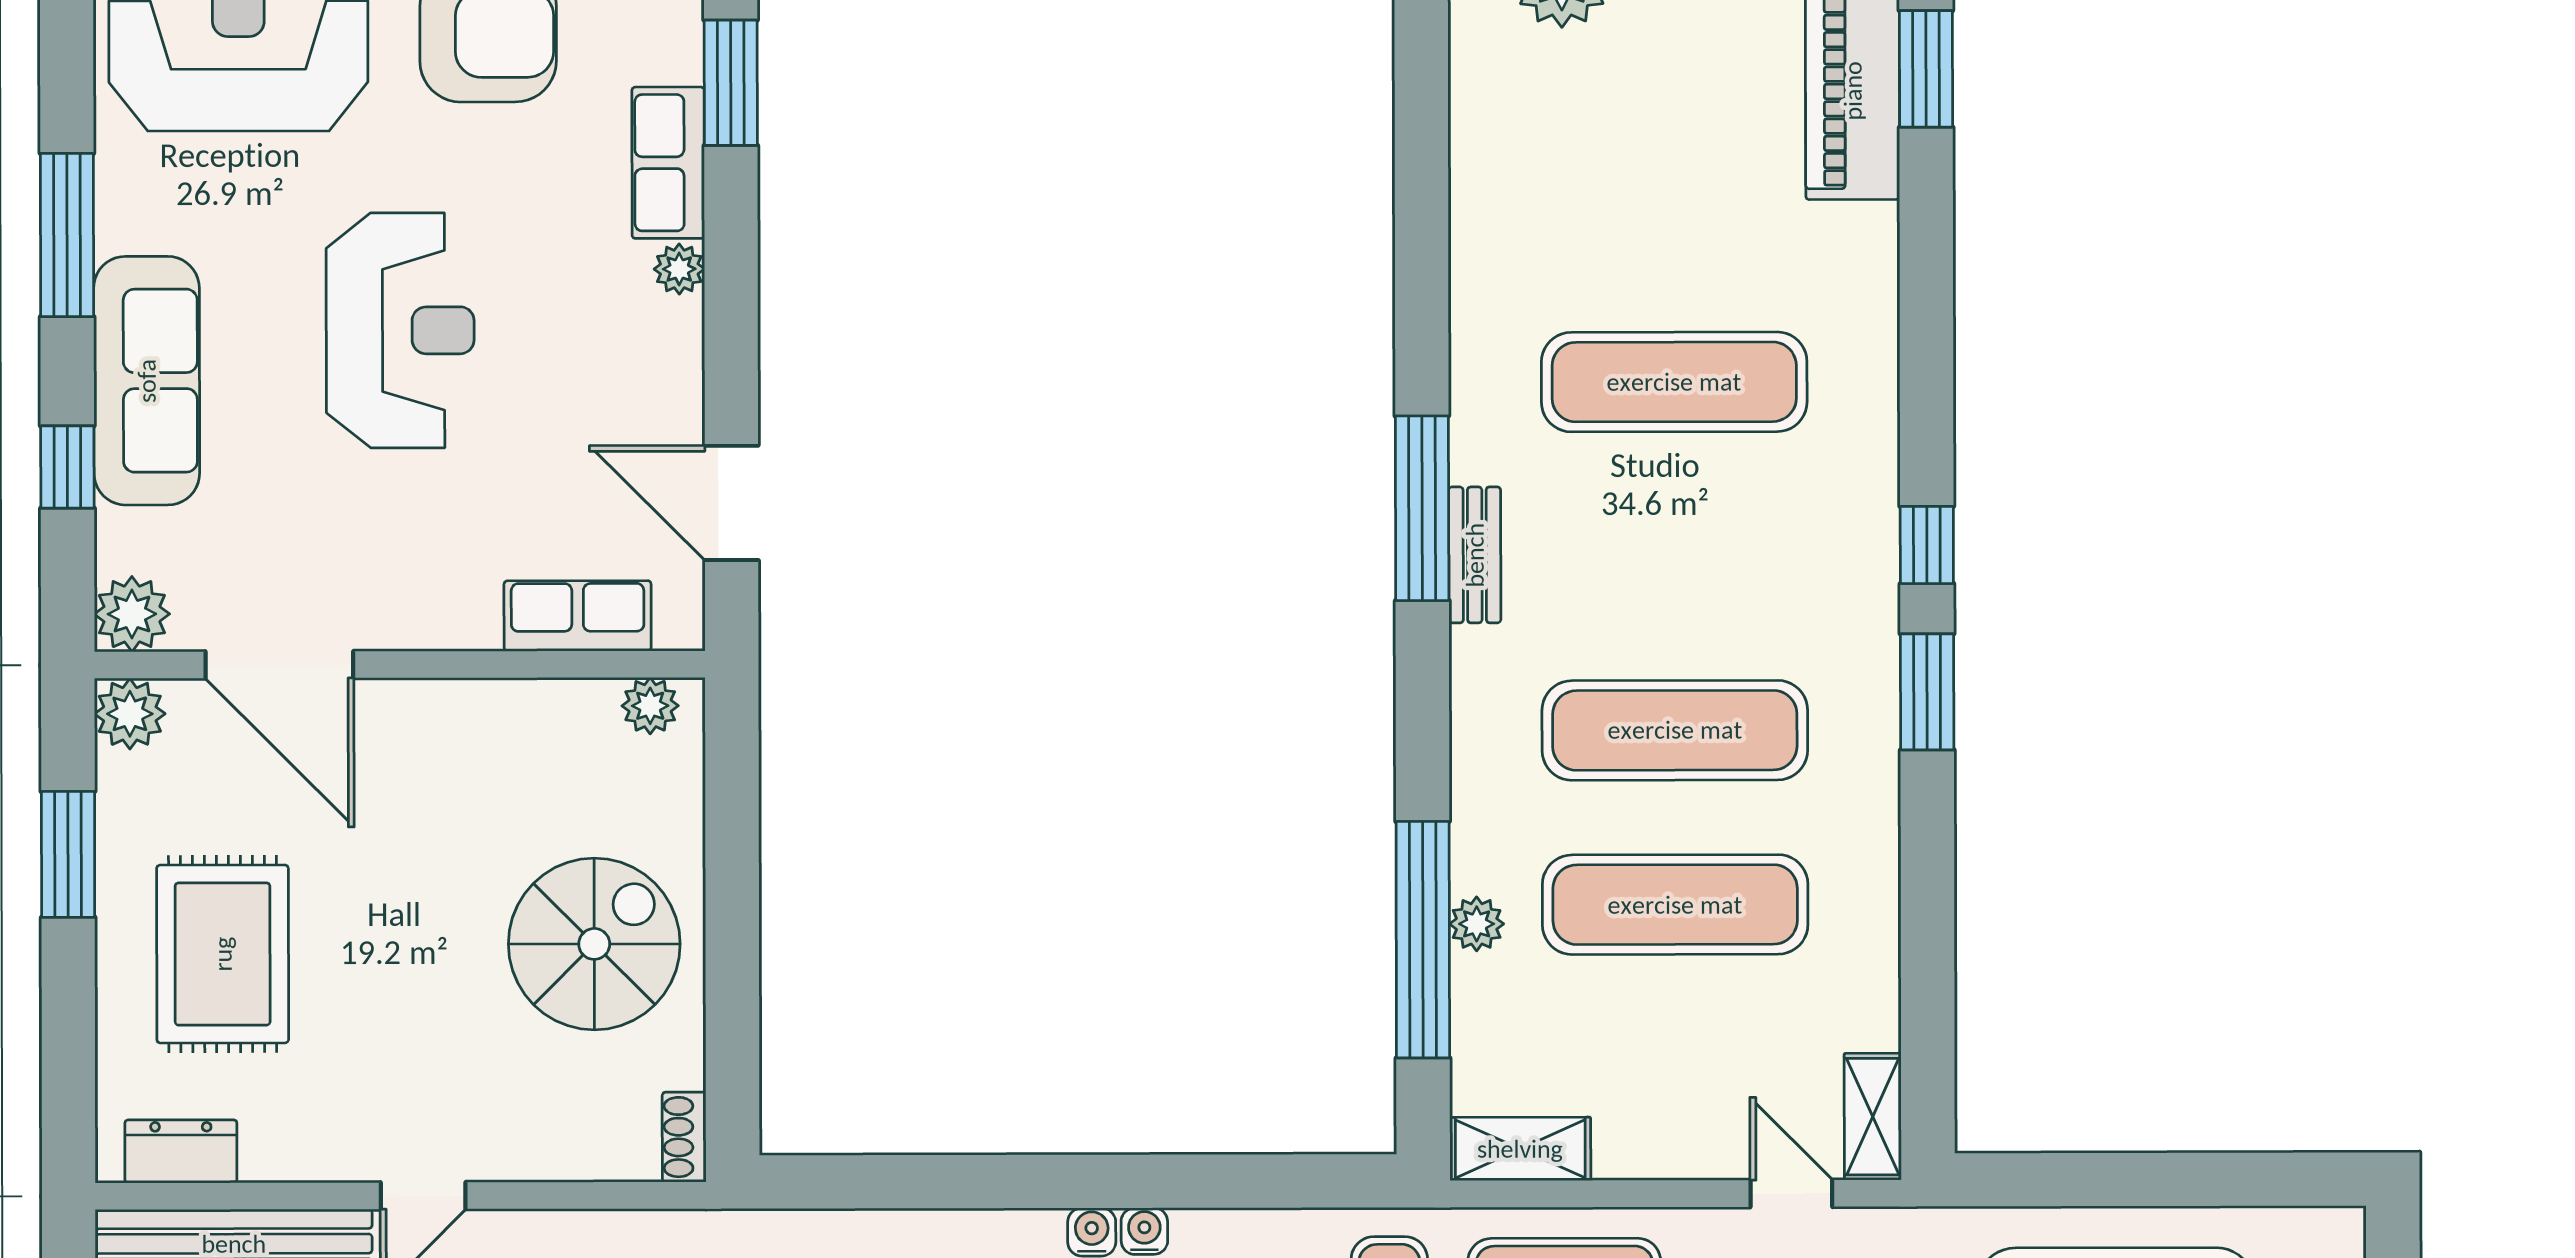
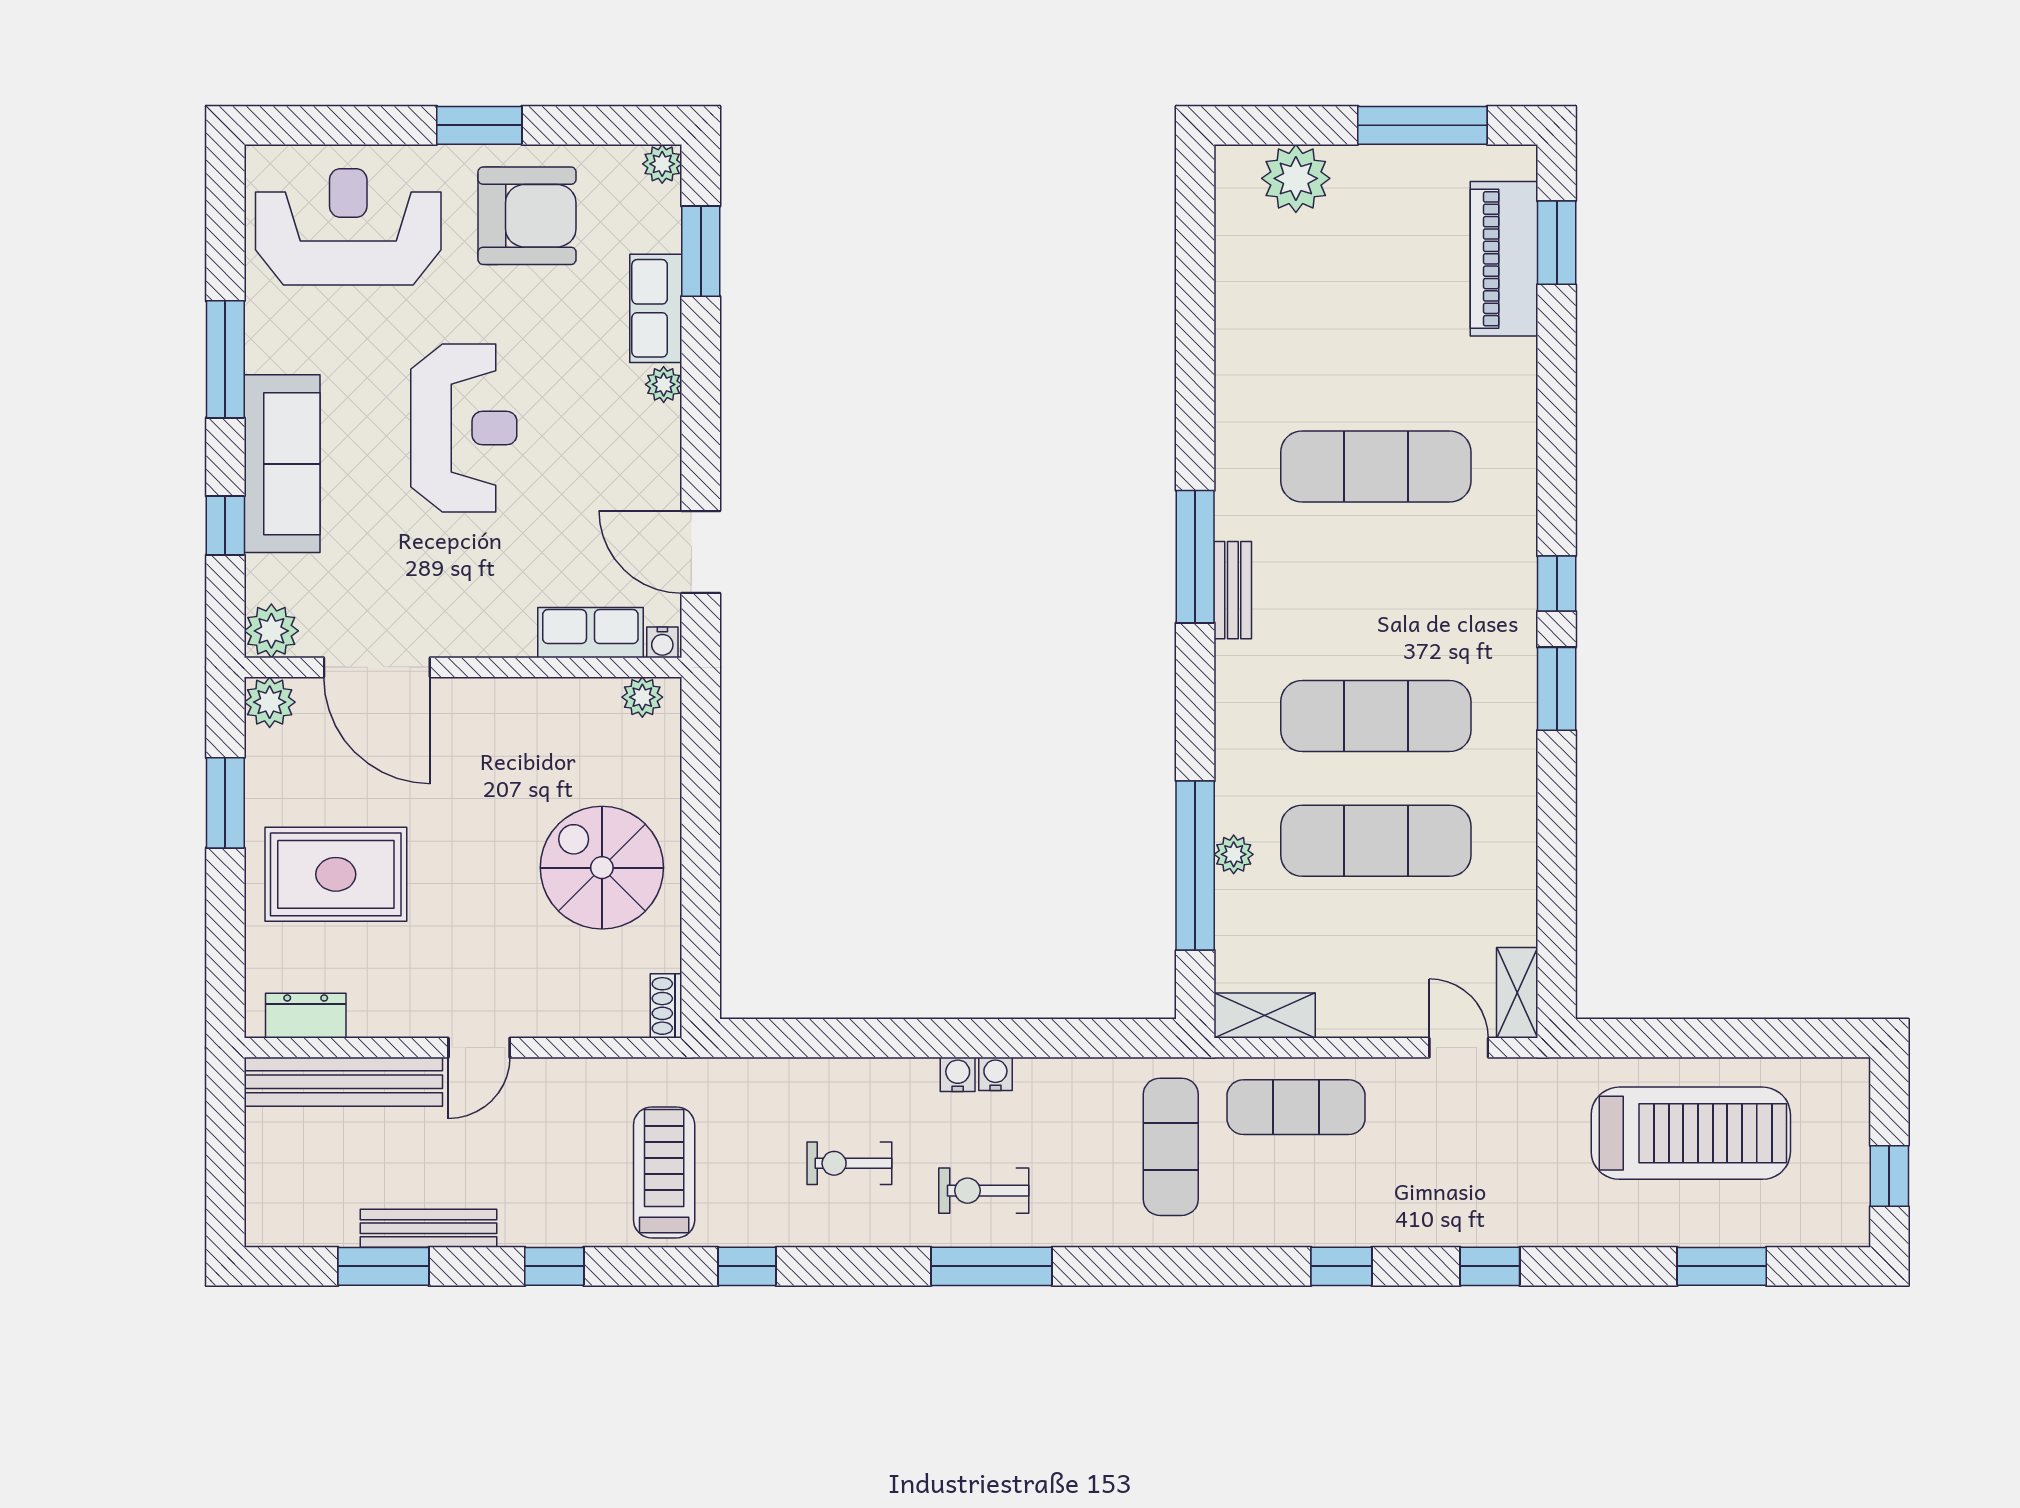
water cooler: (678, 629) -> (662, 642), added
spiral stairs: (594, 944) -> (602, 868), turned -90
rug: (223, 954) -> (336, 874), turned 90

